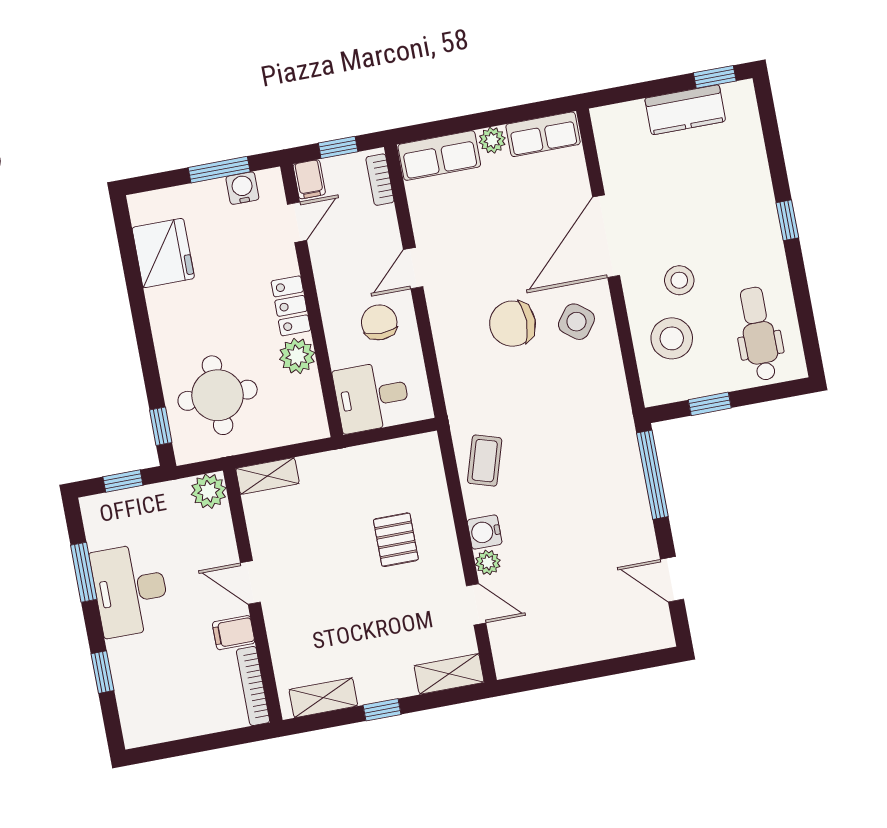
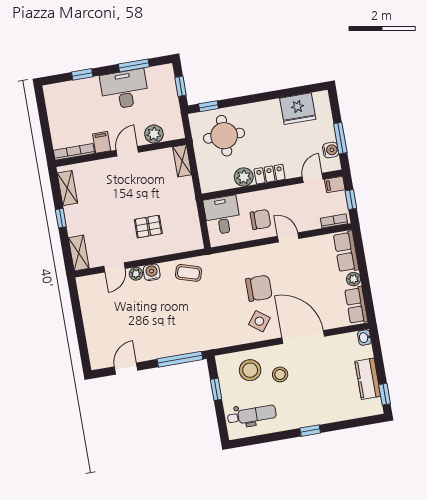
washbasin: (605, 118) -> (364, 337), added
door: (297, 222) -> (313, 178), swing flipped
chair: (513, 324) -> (259, 288), turned 90
plant: (209, 491) -> (154, 134), moved

